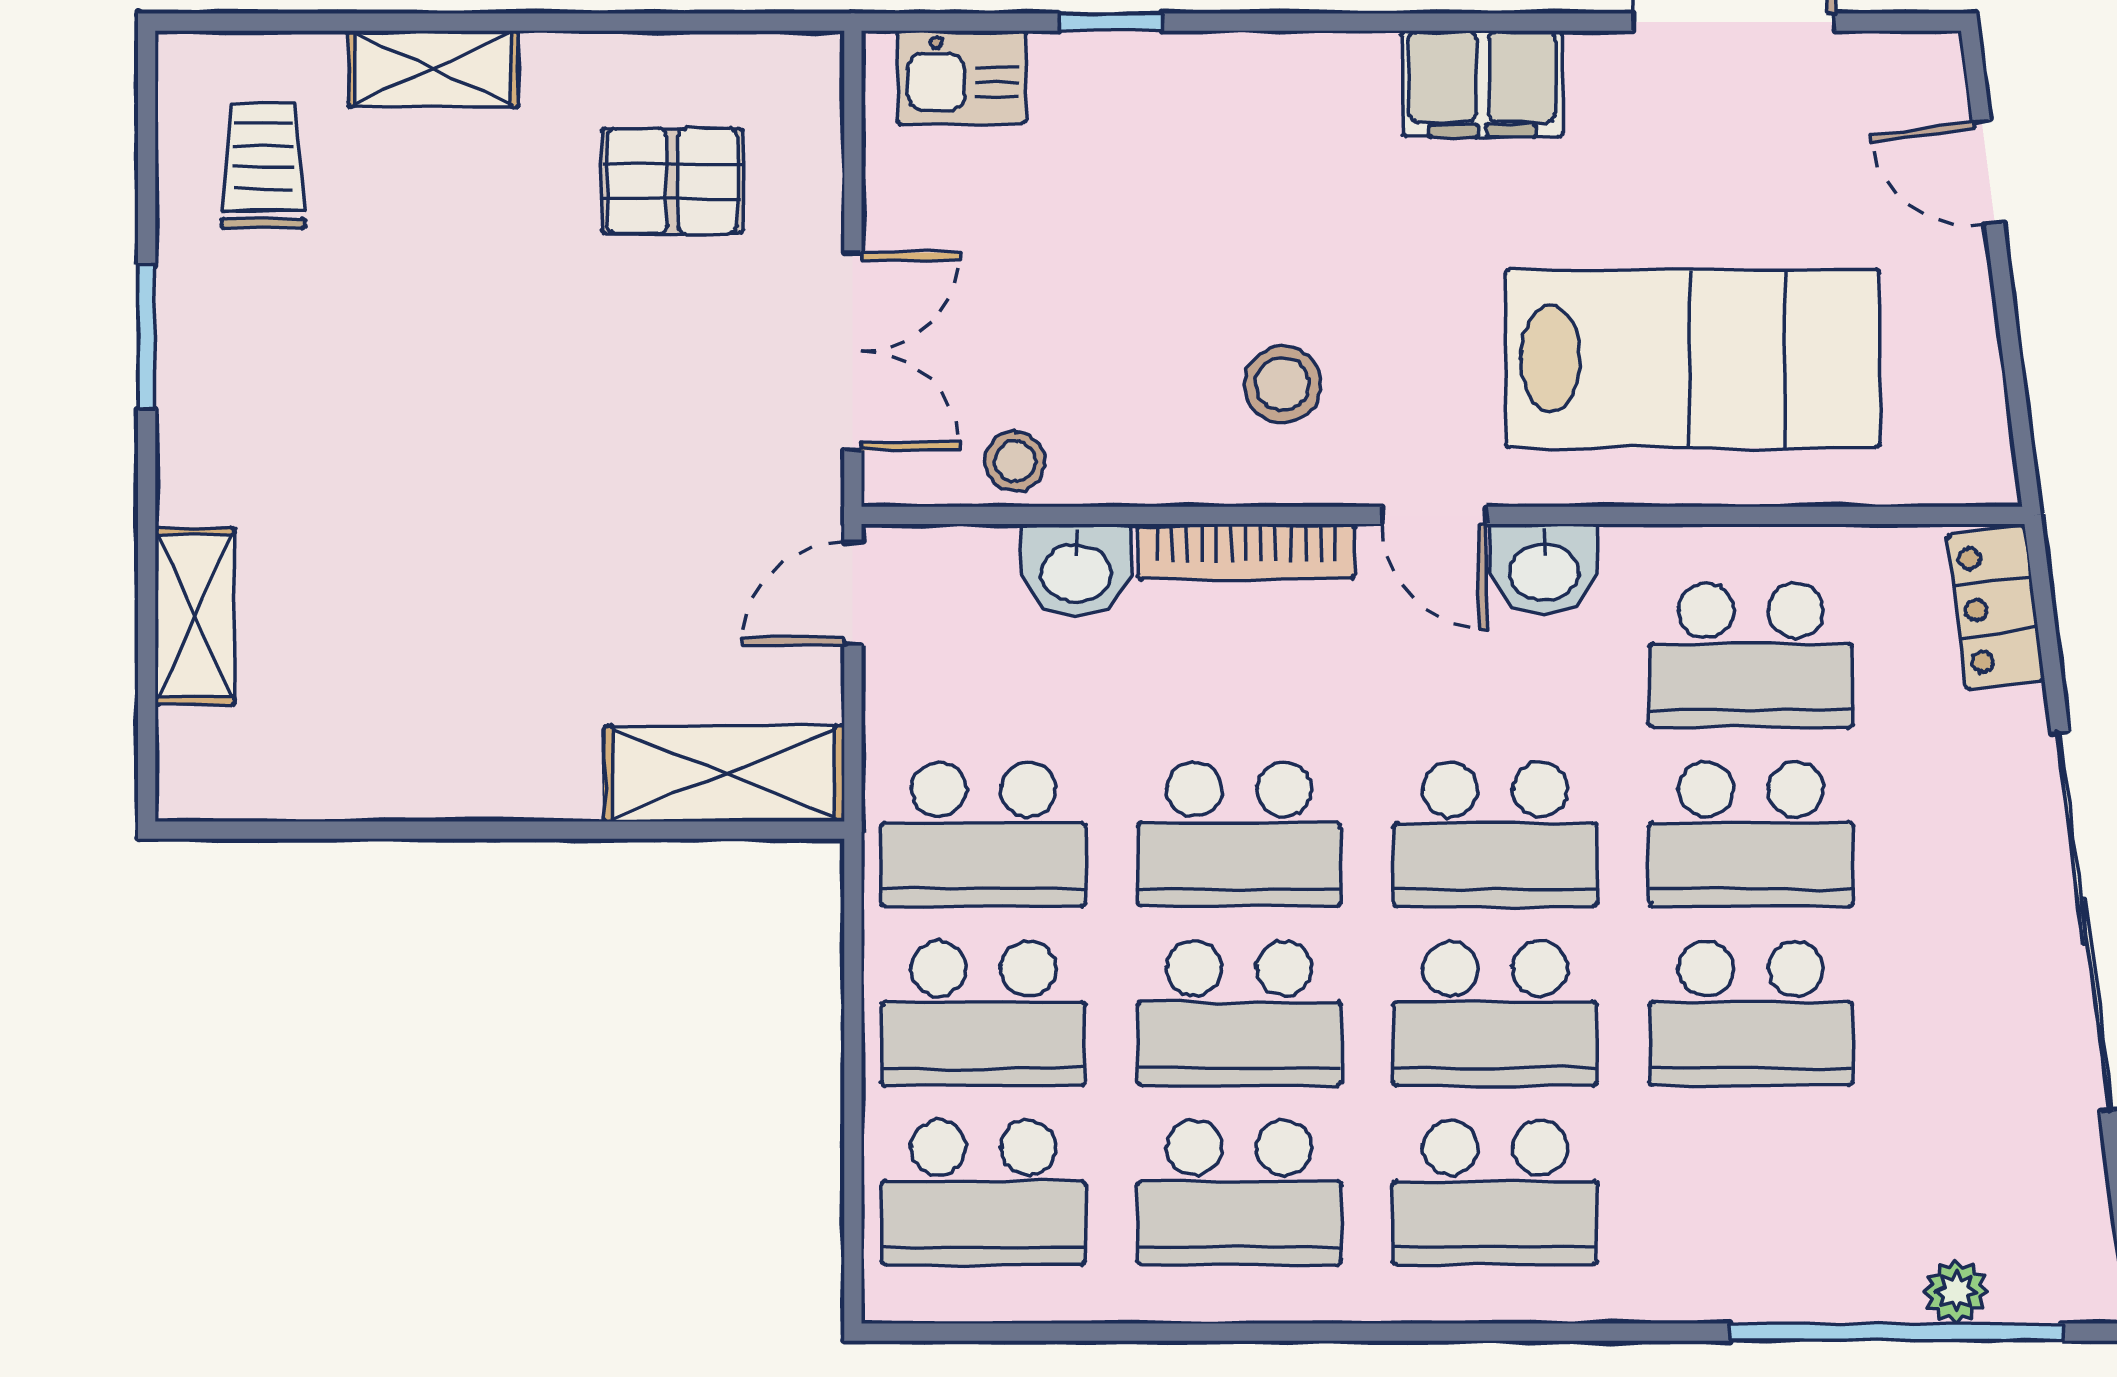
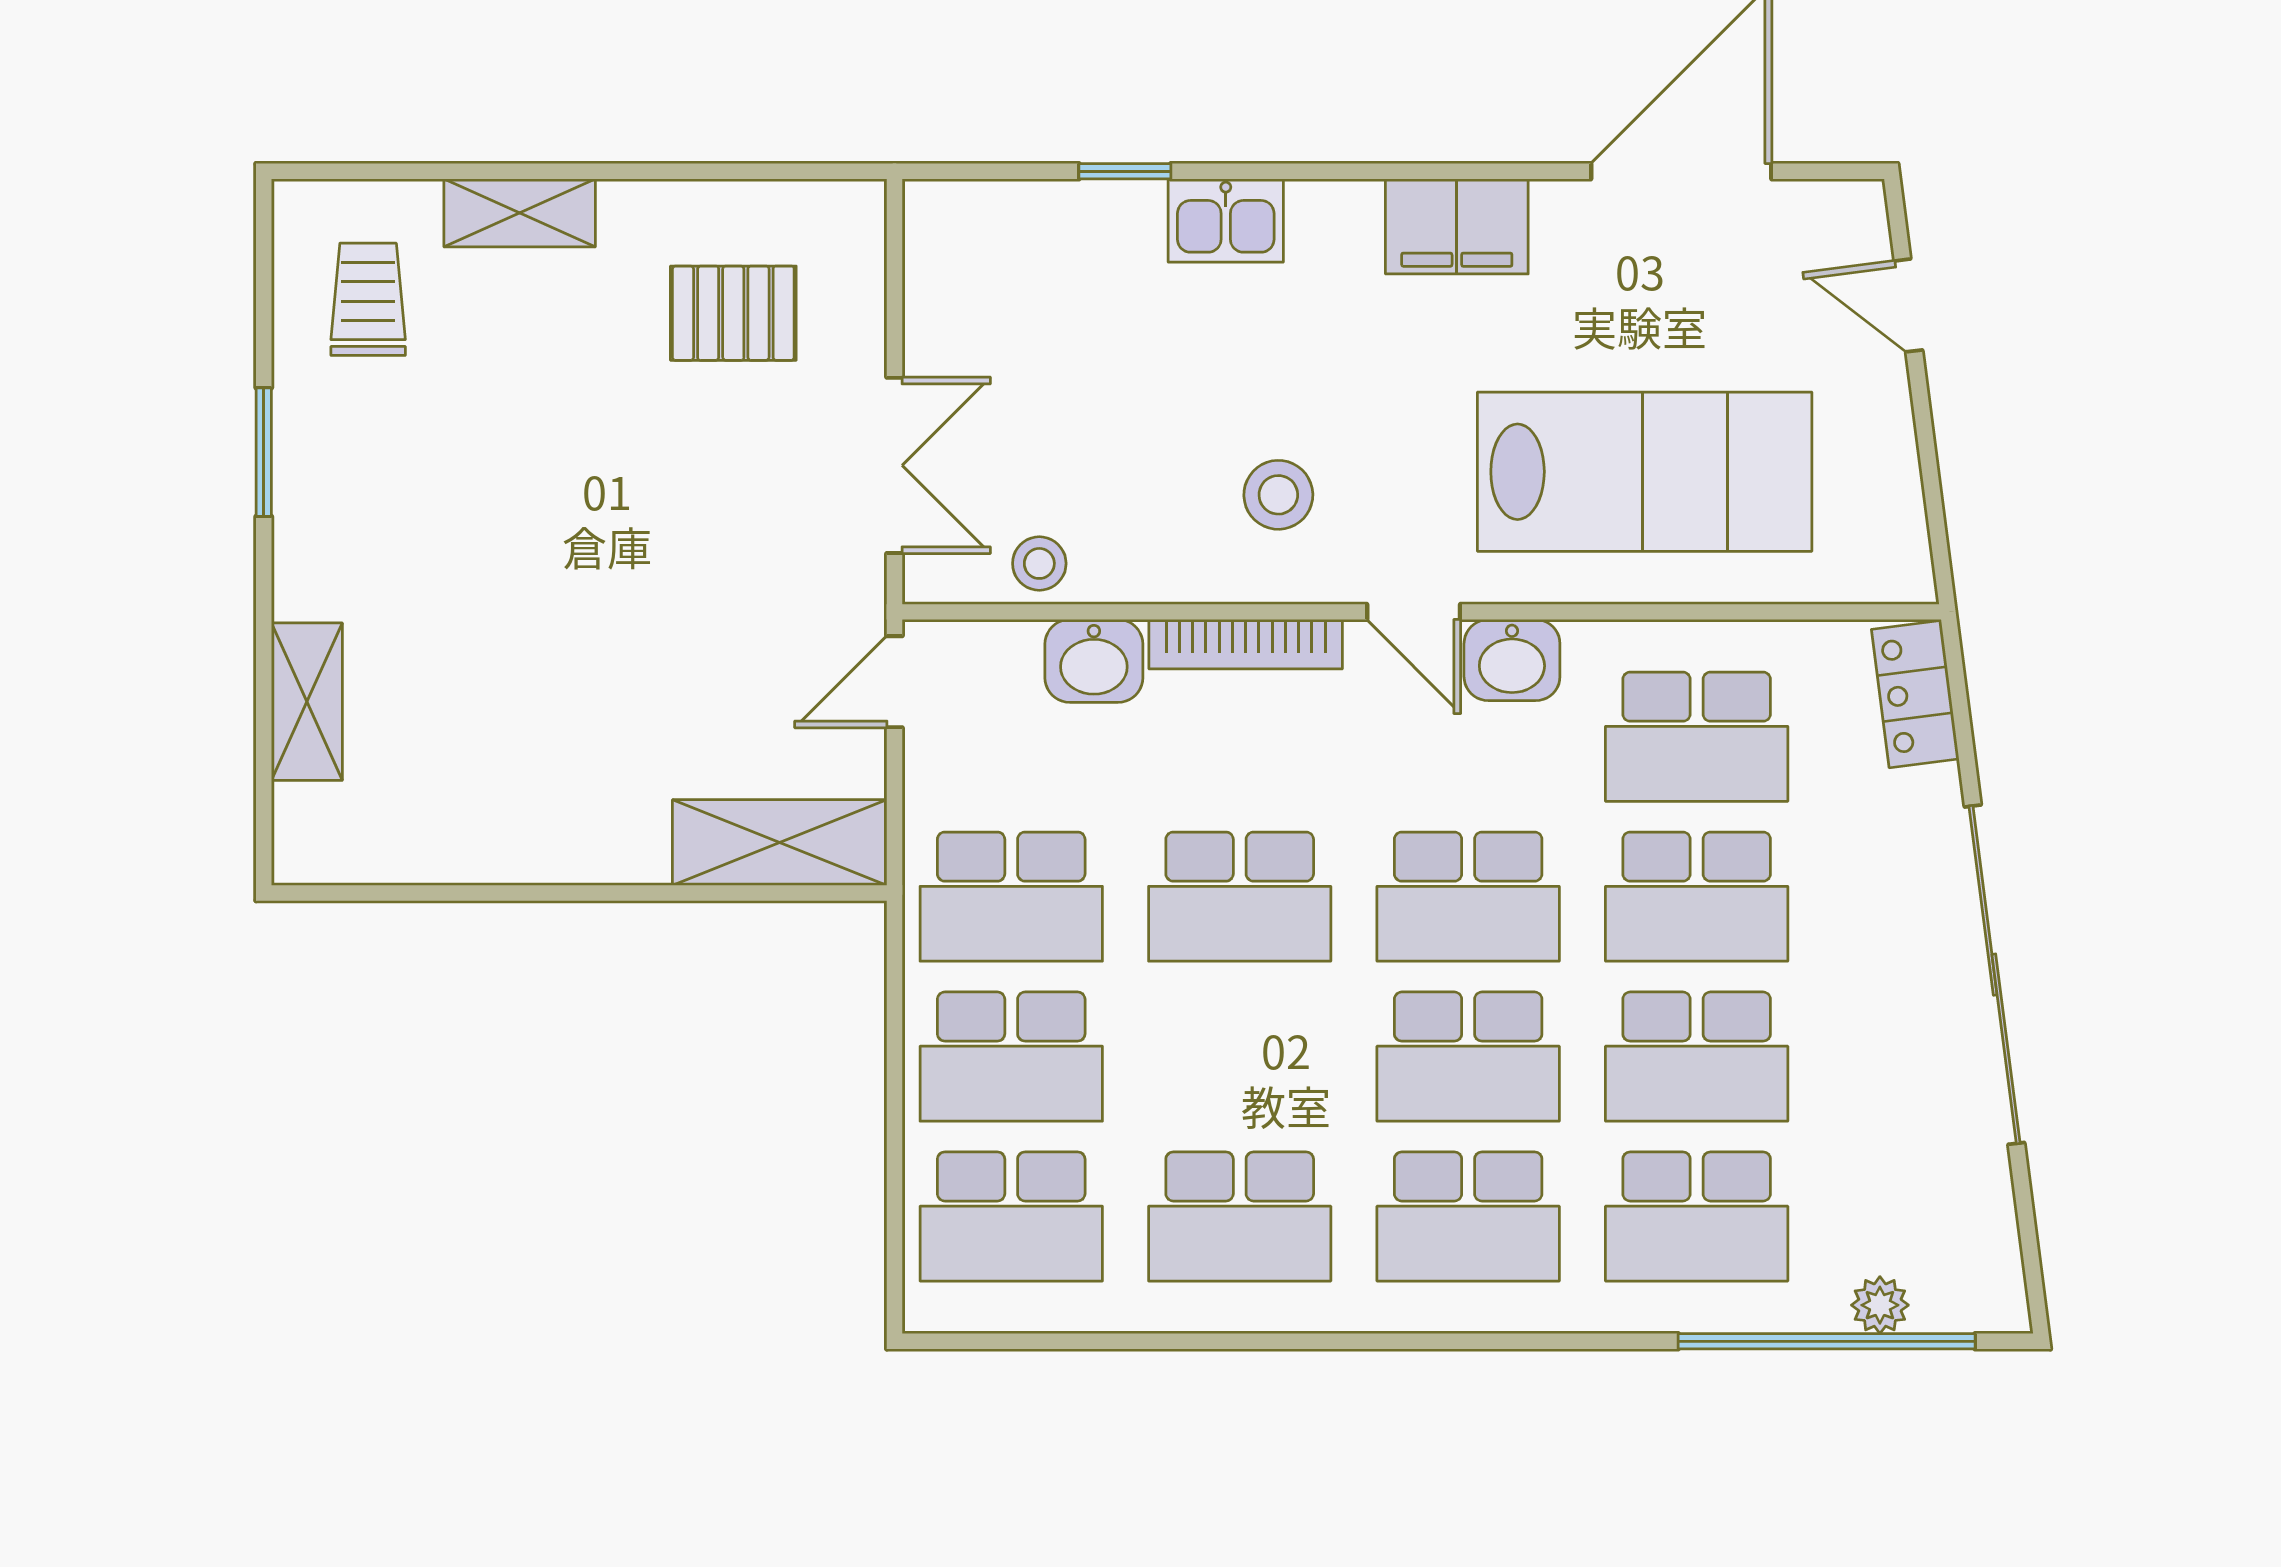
kitchen sink: (962, 77) -> (1226, 220), moved
school desk: (1239, 1013) -> (1697, 1217), moved

